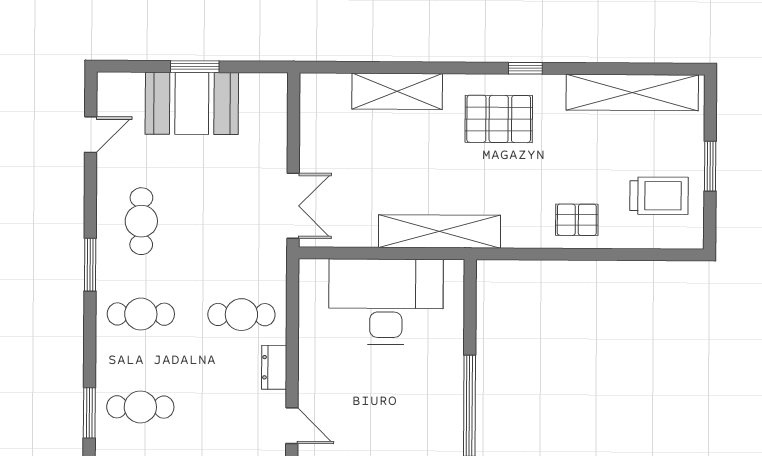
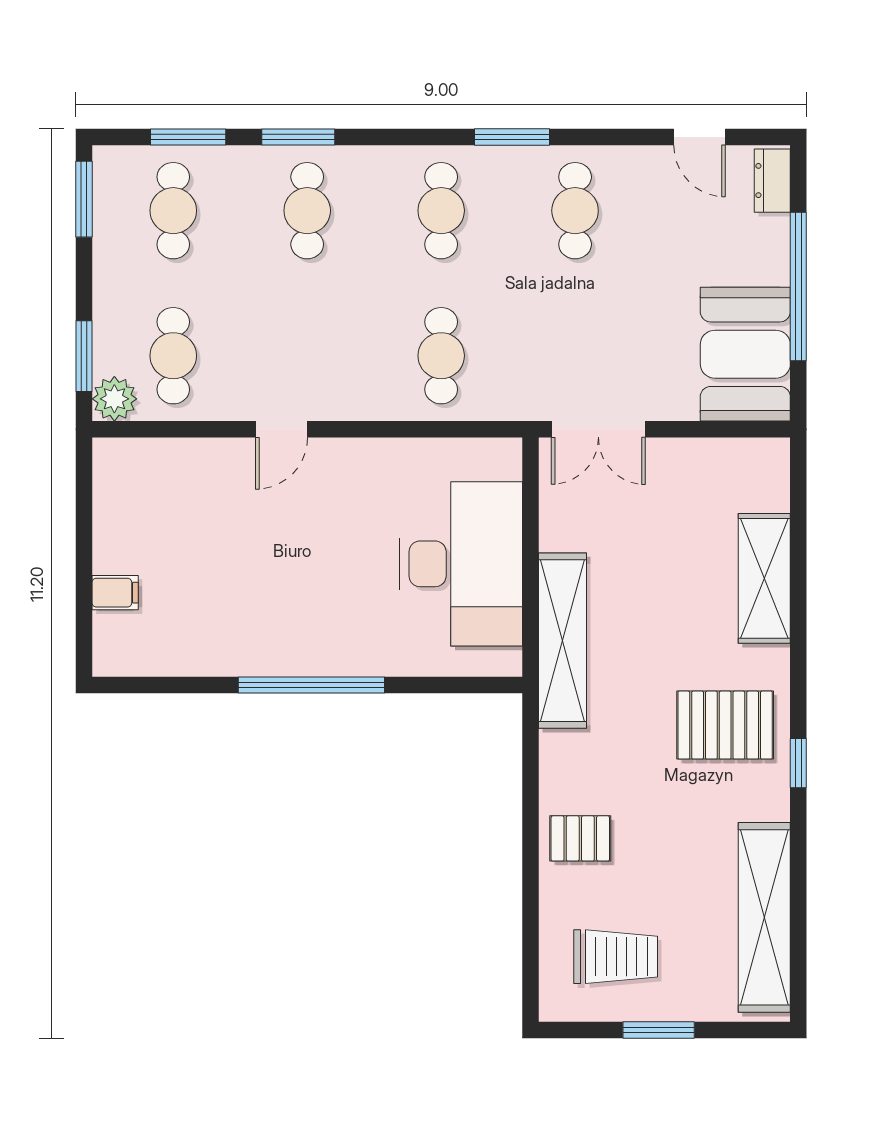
window: (195, 67) -> (798, 286), width x2.11
booth: (192, 103) -> (745, 354), moved
pallet: (499, 119) -> (725, 725), turned 90
trolley: (659, 196) -> (616, 957), turned -90
pallet: (577, 220) -> (580, 838), turned 90
cafe table: (141, 221) -> (575, 211), turned 90
dresser: (274, 367) -> (772, 181), moved, turned -90

